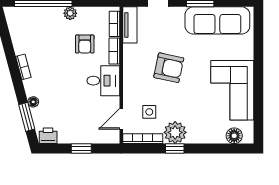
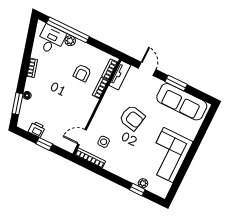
plant: (70, 13) -> (70, 41), moved
desk: (103, 81) -> (51, 40), moved, turned -90
plant: (175, 132) -> (143, 183), moved, width x0.53, depth x0.53
printer: (48, 136) -> (37, 129), moved
floor lamp: (234, 136) -> (154, 187), removed
window: (175, 148) -> (137, 190), moved

